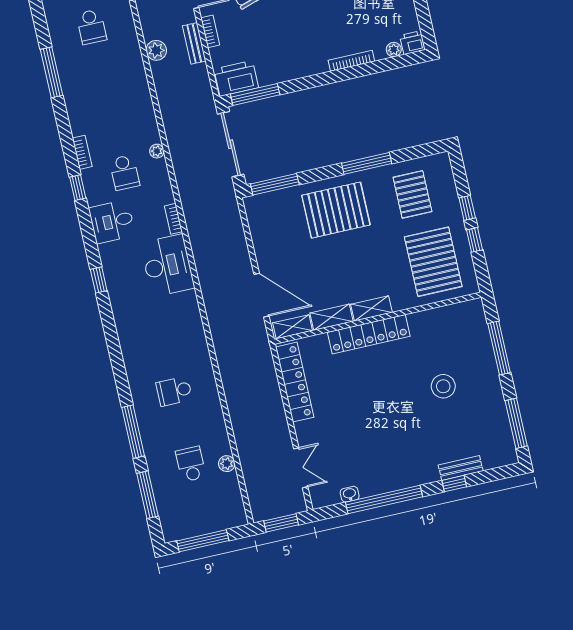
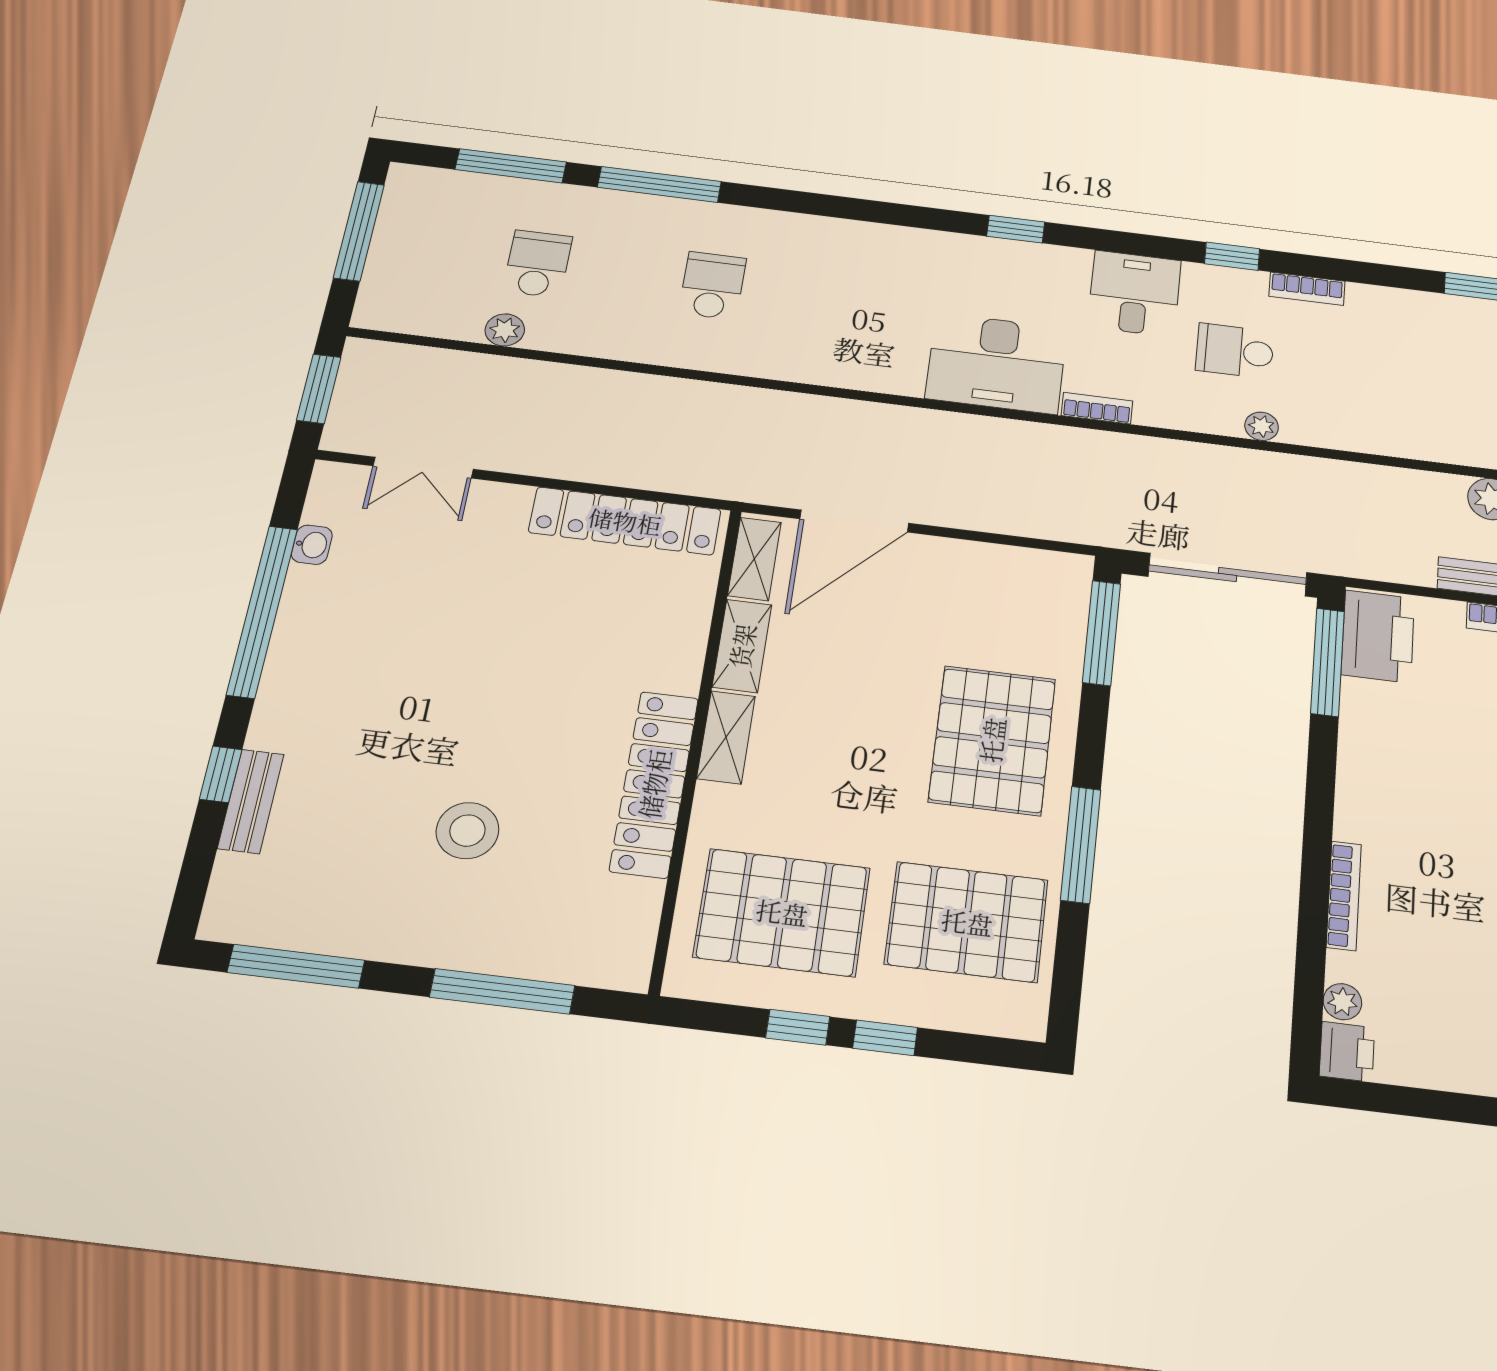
pallet: (412, 194) -> (967, 922), width x1.37, depth x1.41
locker: (369, 334) -> (654, 784), moved
school desk: (191, 464) -> (538, 264), turned -90

